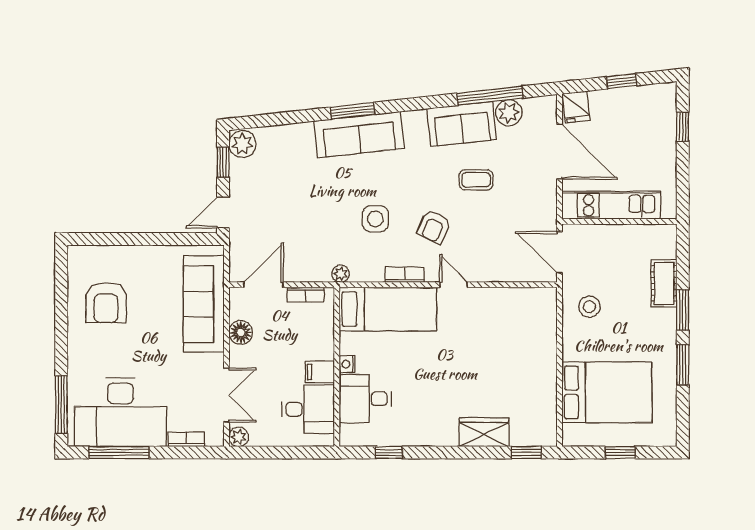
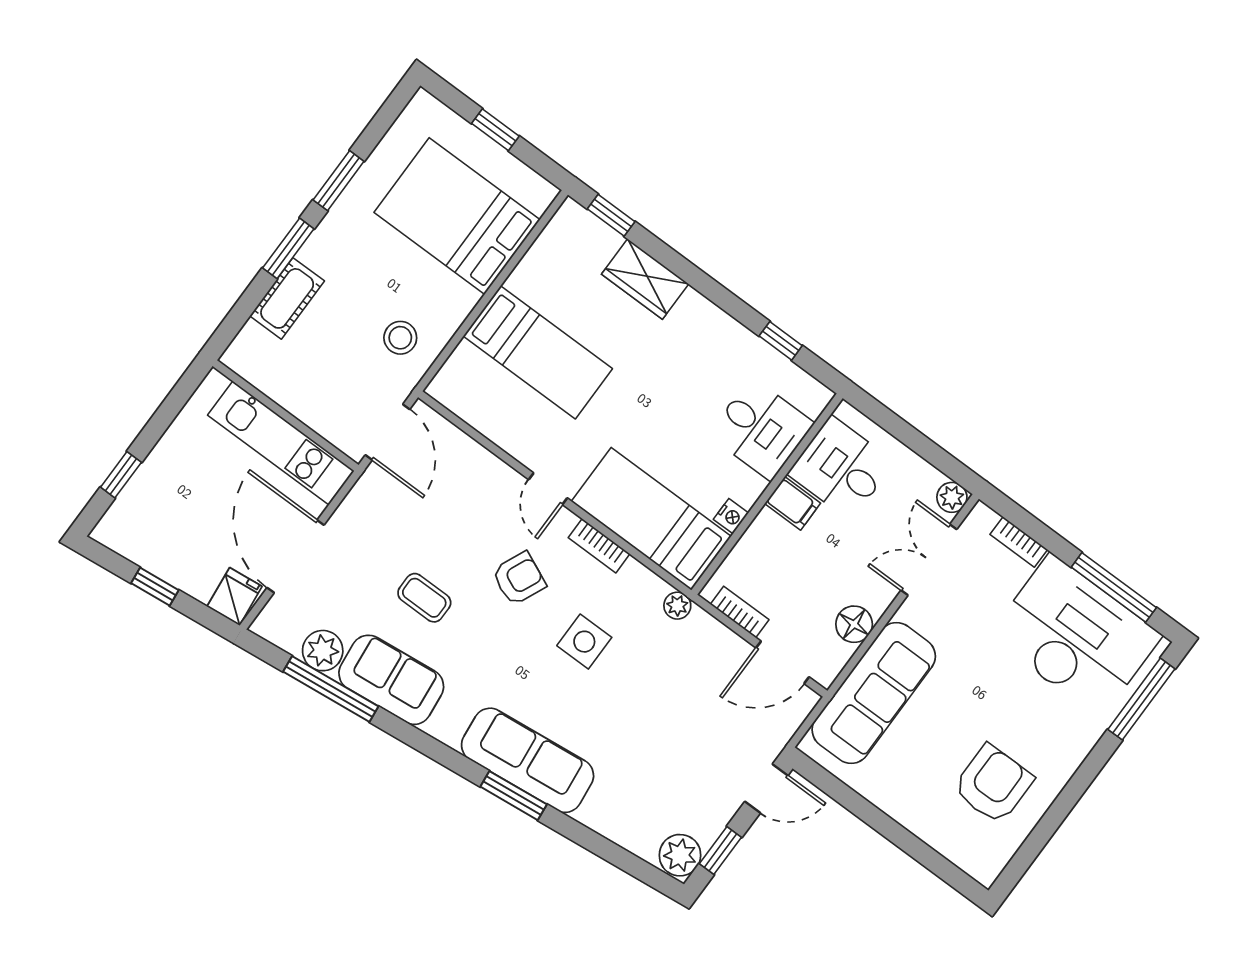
bed: (512, 352) -> (538, 352), added
nightstand: (347, 364) -> (731, 516), moved

